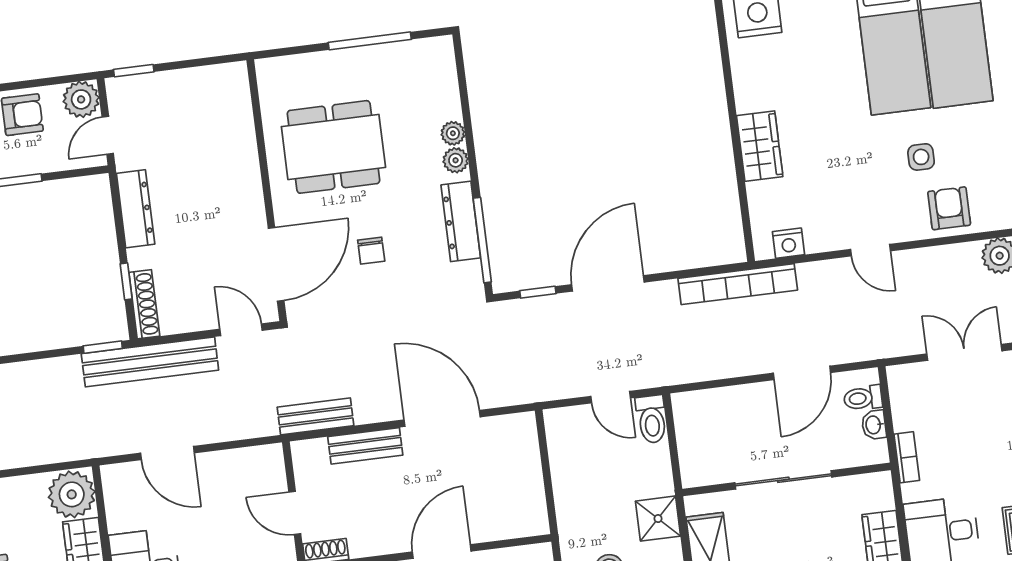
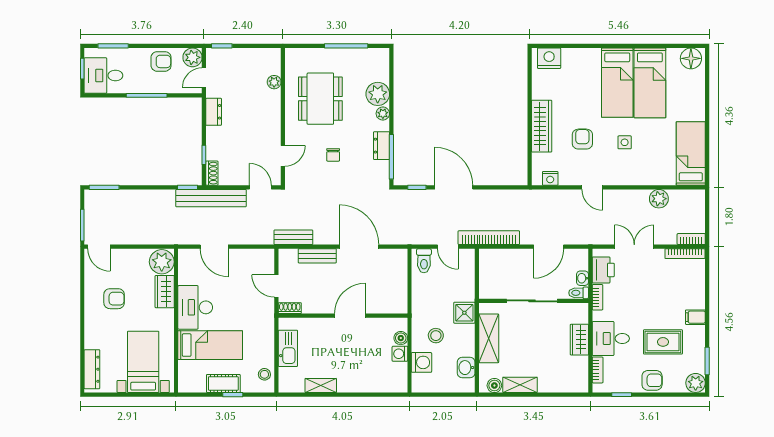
plant: (242, 127) -> (274, 82), added
plant: (453, 133) -> (378, 94), width x1.88, depth x1.88
wardrobe: (760, 146) -> (542, 126), width x1.50
dining table: (333, 147) -> (320, 99), turned 90
armchair: (949, 208) -> (582, 139), moved
dresser: (136, 209) -> (214, 112), width x0.70
dresser: (461, 221) -> (382, 146), width x0.70
door: (276, 264) -> (283, 156), width x0.53
door: (608, 283) -> (454, 187), hinge flipped
bookcase: (738, 284) -> (489, 238), moved, turned 180
shoe rack: (144, 304) -> (212, 173), width x0.70
toilet: (863, 398) -> (579, 293), moved
printer: (911, 404) -> (603, 270), added
toilet: (652, 419) -> (424, 261), moved

